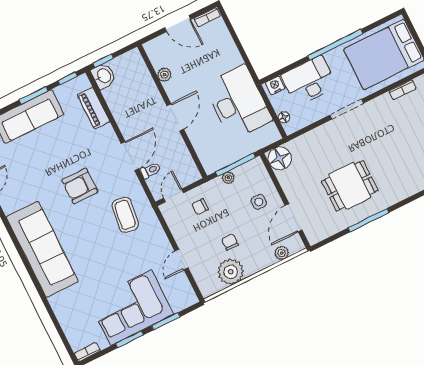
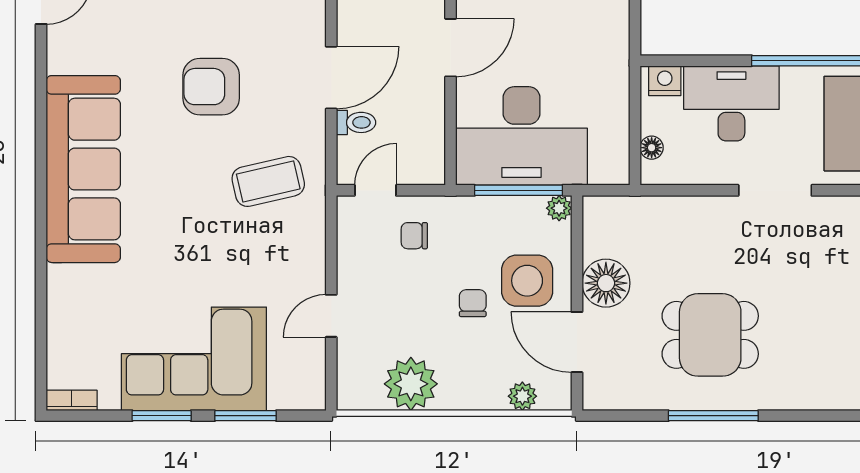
desk: (238, 102) -> (522, 136), moved, turned 90
floor lamp: (280, 158) -> (606, 283), moved
plant: (228, 178) -> (559, 208), moved
side table: (259, 202) -> (527, 281), width x1.87, depth x1.87
coffee table: (125, 215) -> (268, 181), turned 69
door: (294, 218) -> (577, 342), hinge flipped
chair: (230, 242) -> (473, 303), moved

